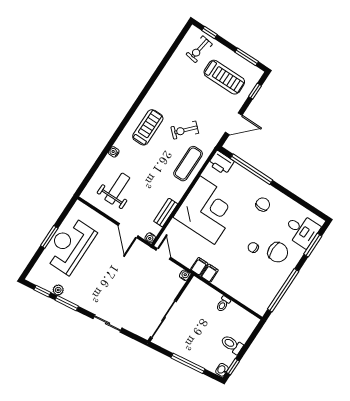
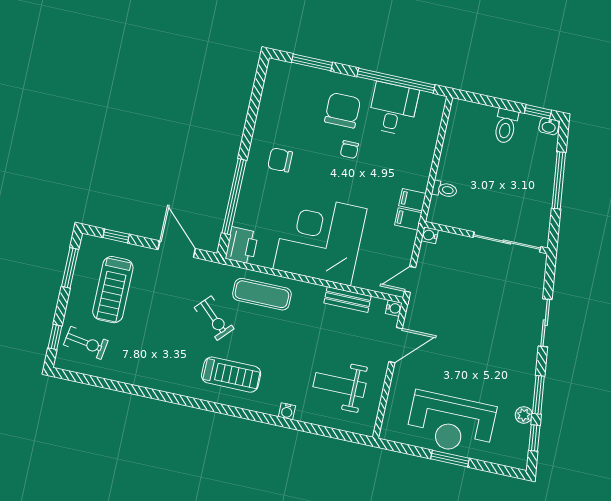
treadmill: (224, 77) -> (113, 290), turned 180
treadmill: (148, 127) -> (231, 375), turned 180
desk: (302, 230) -> (393, 109), moved
toilet: (223, 304) -> (445, 189), moved

